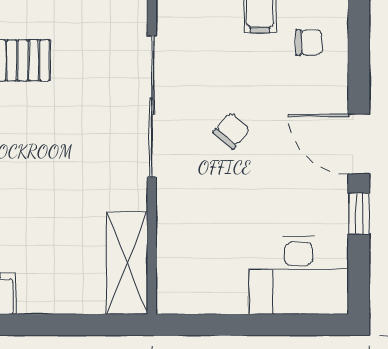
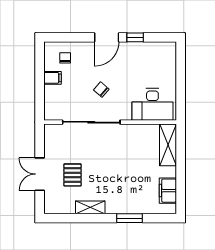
shelving: (127, 263) -> (168, 145), moved, turned 90
desk: (299, 275) -> (152, 104), moved, turned 90

